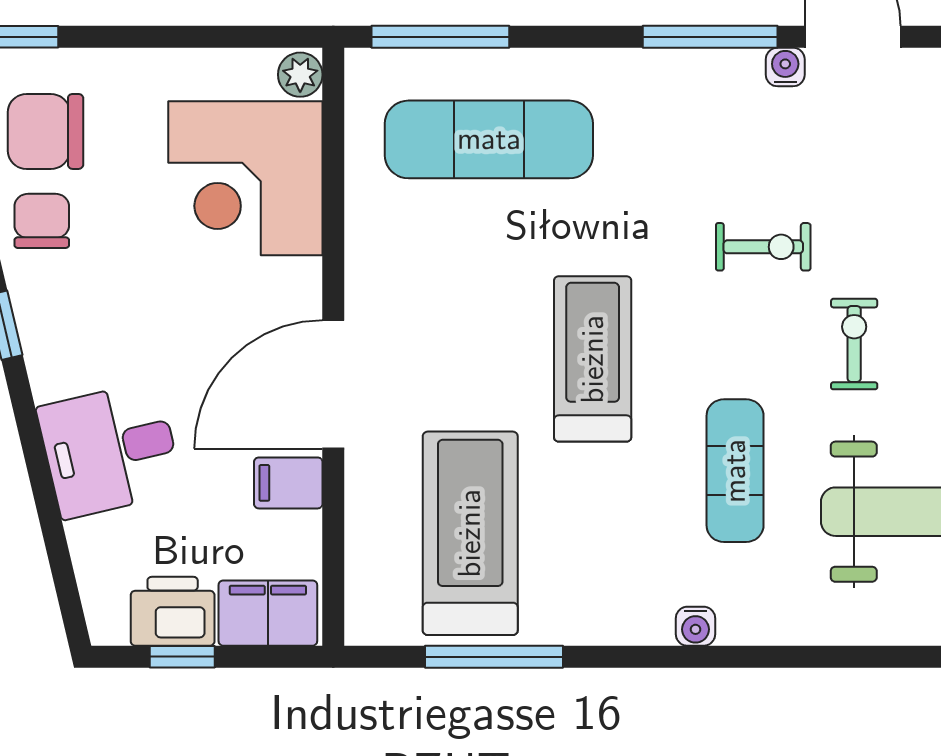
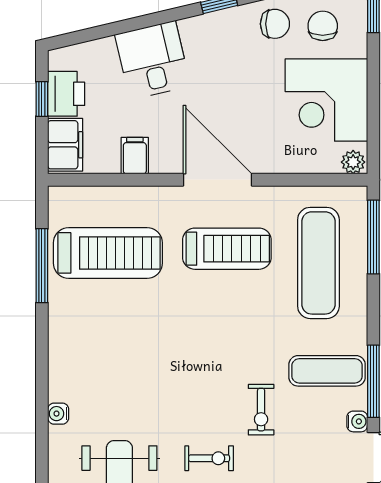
chair: (45, 131) -> (323, 26), width x0.73, depth x0.73
corner desk: (245, 178) -> (326, 100), moved, turned -90
treadmill: (593, 359) -> (227, 249), moved
door: (333, 384) -> (217, 180), moved
exercise mat: (735, 471) -> (327, 371), moved
water cooler: (695, 626) -> (58, 414), moved

